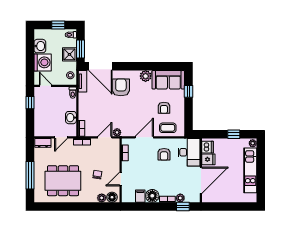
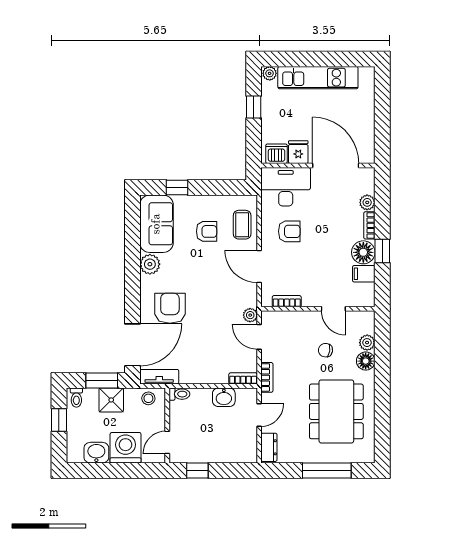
armchair: (121, 87) -> (170, 308), turned 90
door: (61, 137) -> (259, 415), hinge flipped
floor lamp: (112, 197) -> (366, 361), moved
window: (183, 206) -> (382, 251), moved

